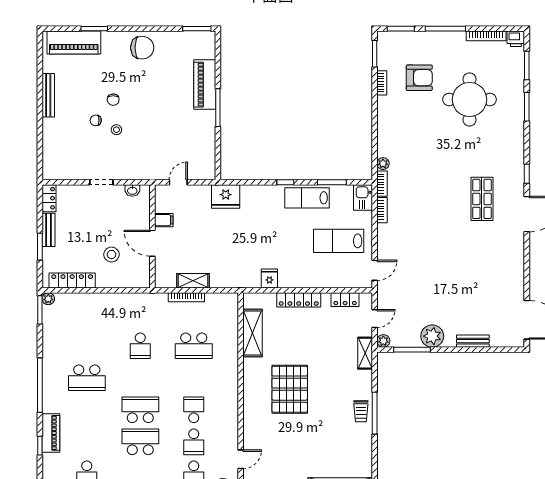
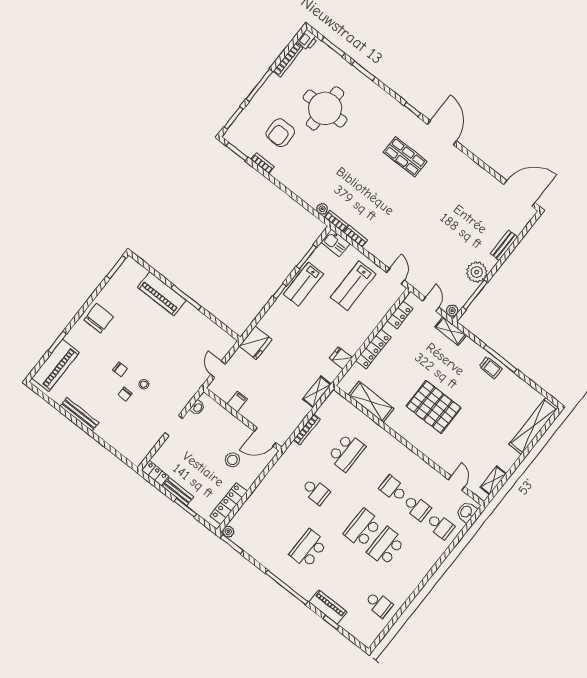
armchair: (419, 78) -> (280, 133), turned 180
door: (152, 243) -> (265, 437), moved
shelving: (193, 281) -> (317, 392), moved
school desk: (87, 378) -> (308, 549), turned 180

